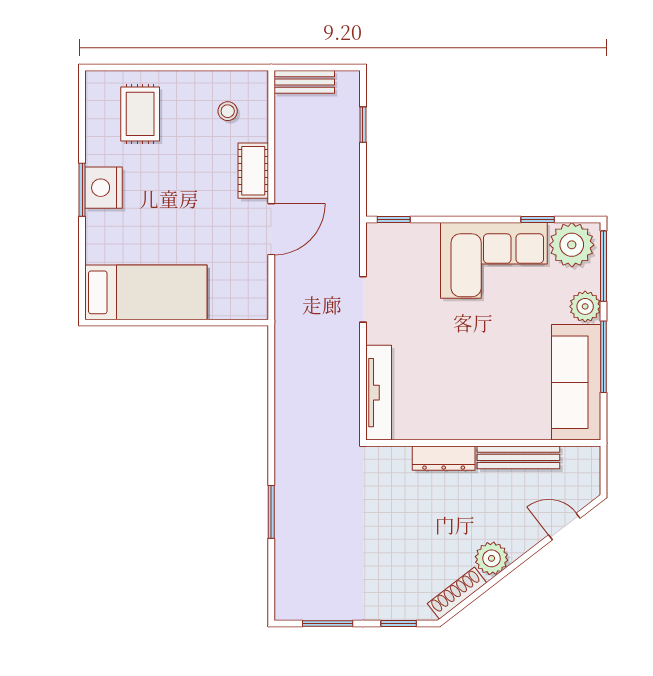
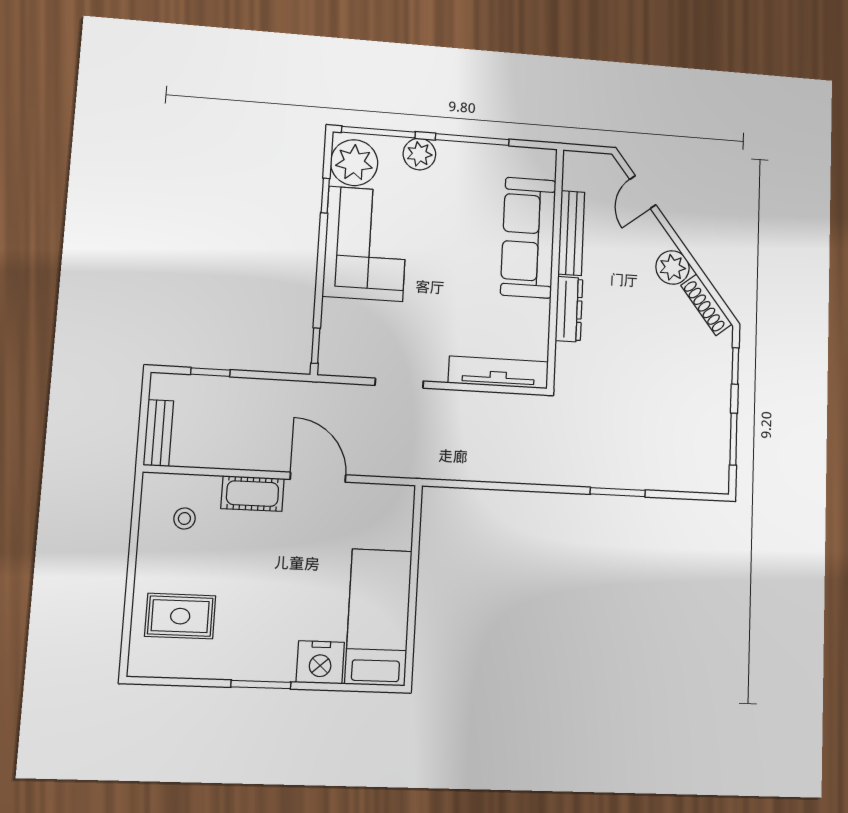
nightstand: (104, 188) -> (320, 662), moved
sofa: (576, 382) -> (528, 238), moved, turned 90

